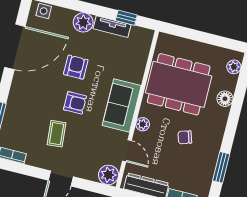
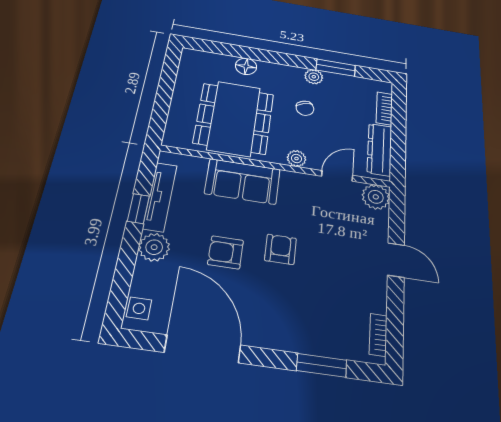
window: (126, 18) -> (138, 209), moved
tv unit: (112, 27) -> (160, 197), width x1.41
plant: (234, 67) -> (314, 77), moved
sofa: (122, 105) -> (243, 181), moved
coffee table: (57, 134) -> (331, 272), removed

